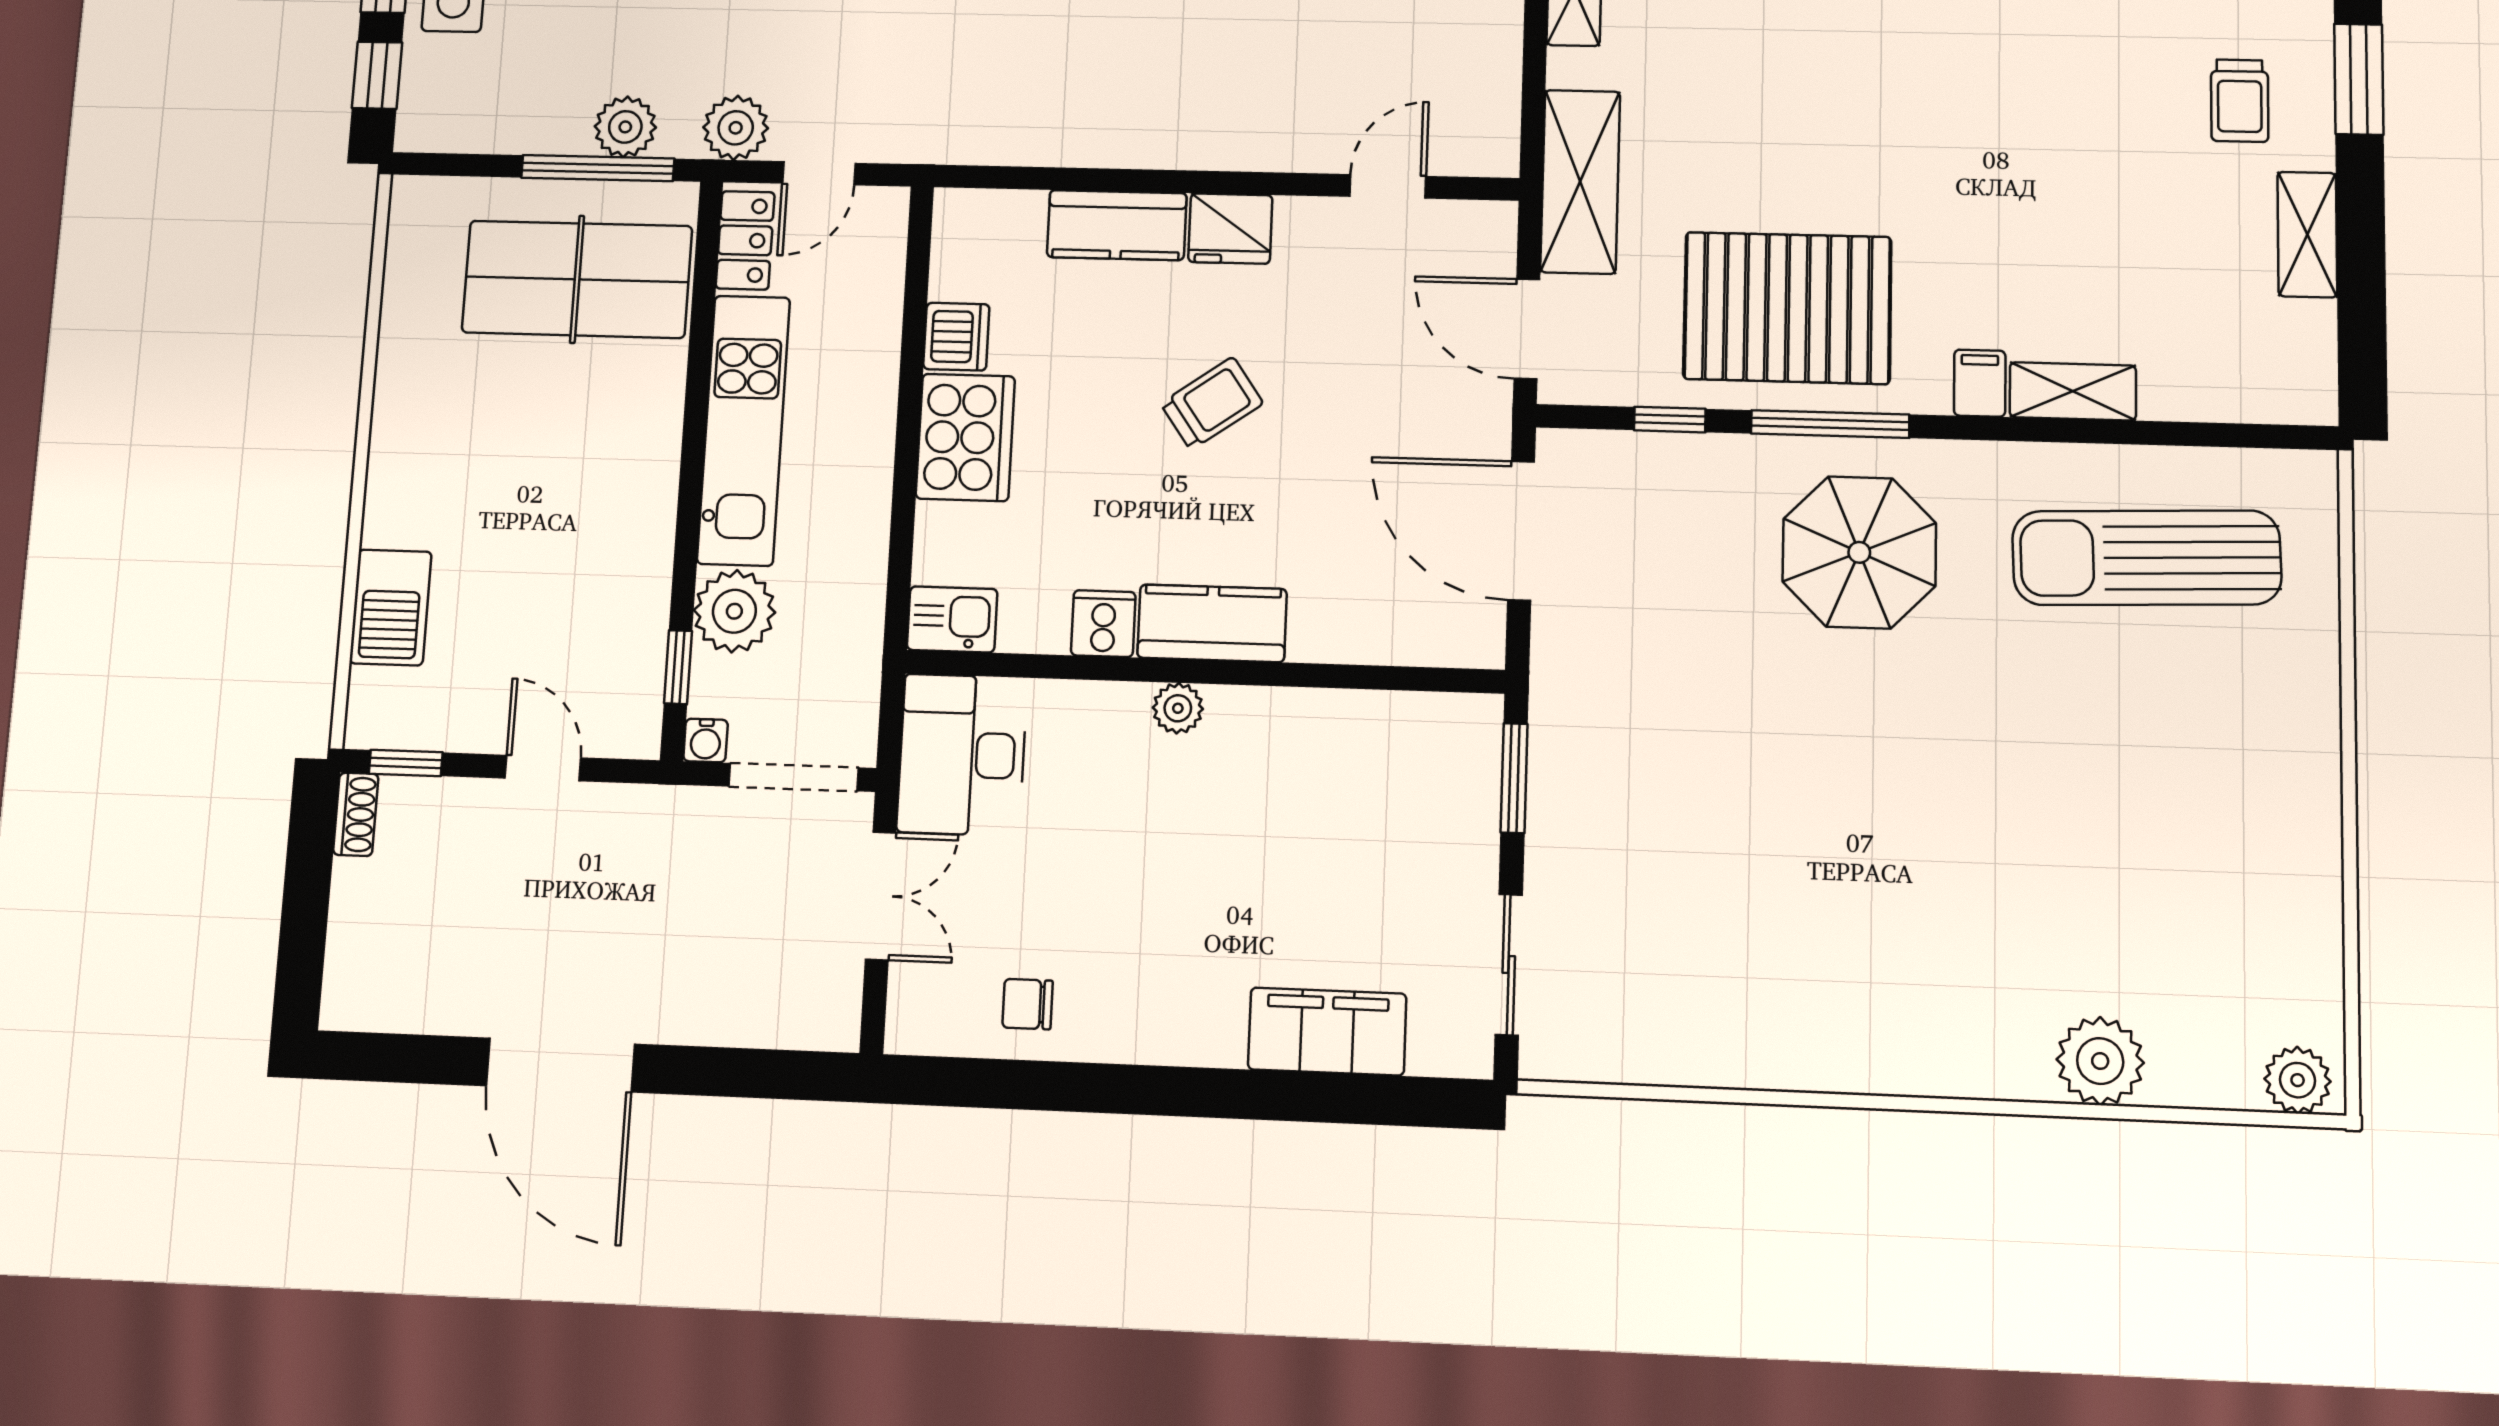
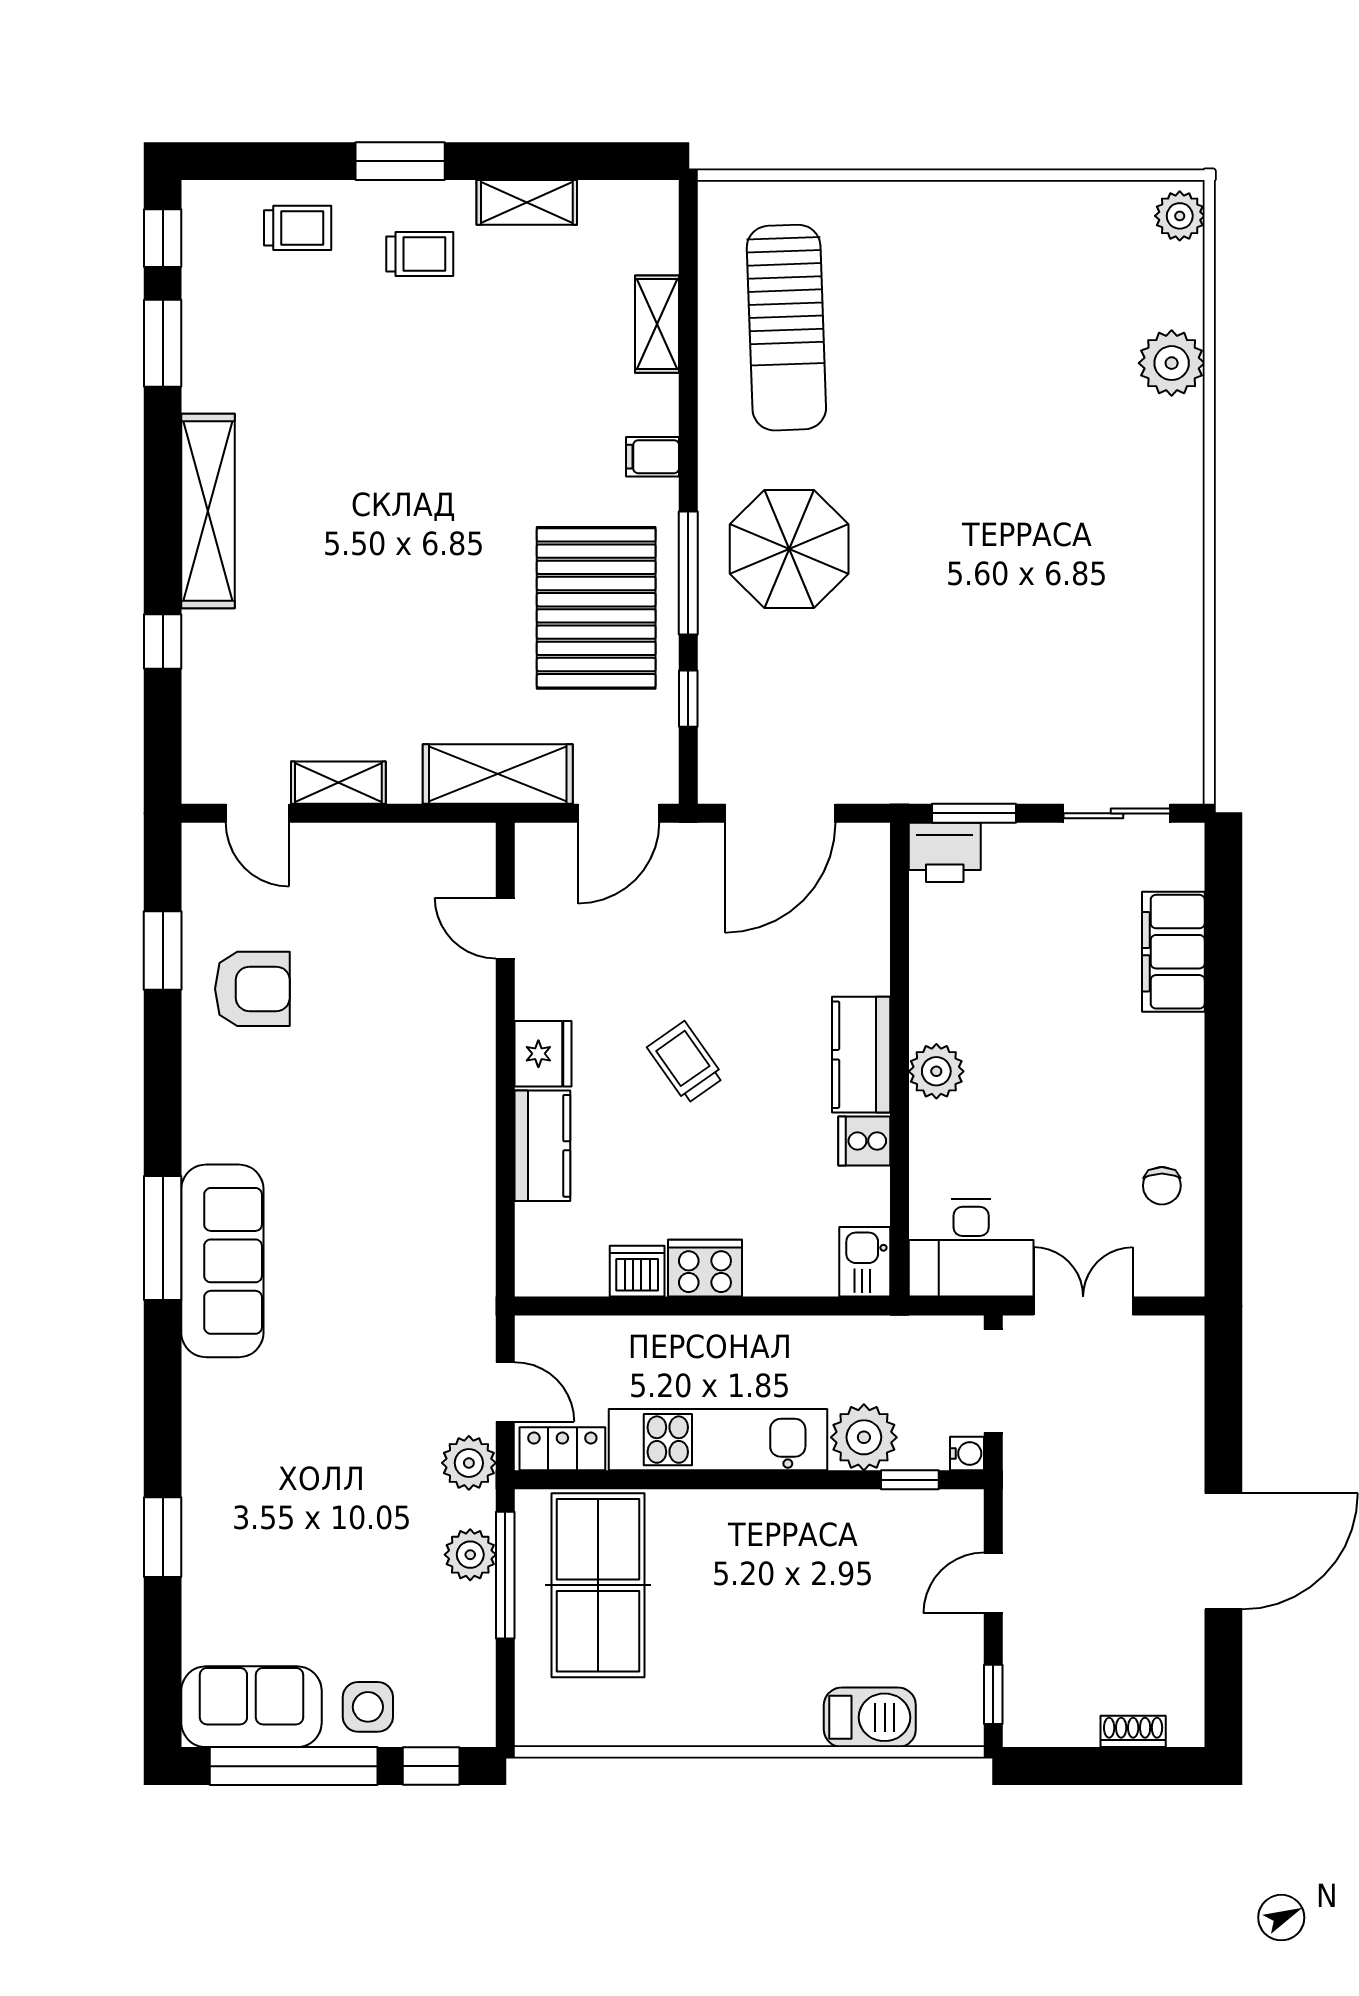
shelving: (2073, 391) -> (657, 324), moved
cooker: (965, 437) -> (705, 1268), width x0.73, depth x0.76
plant: (1178, 708) -> (936, 1071), width x1.38, depth x1.38
printer: (1465, 739) -> (945, 852), added
shoe rack: (356, 814) -> (1133, 1731), moved

